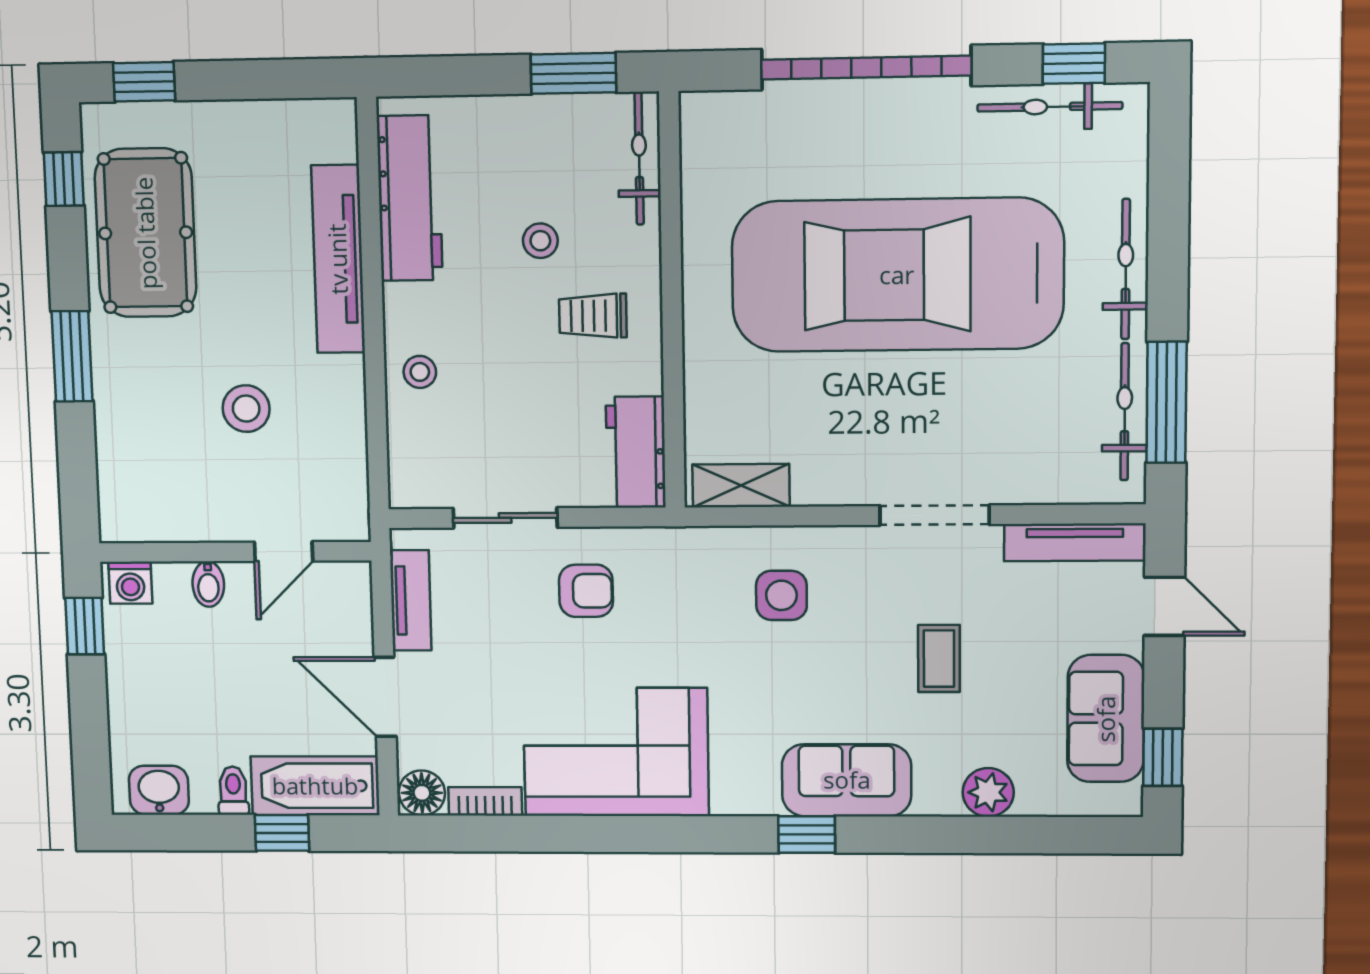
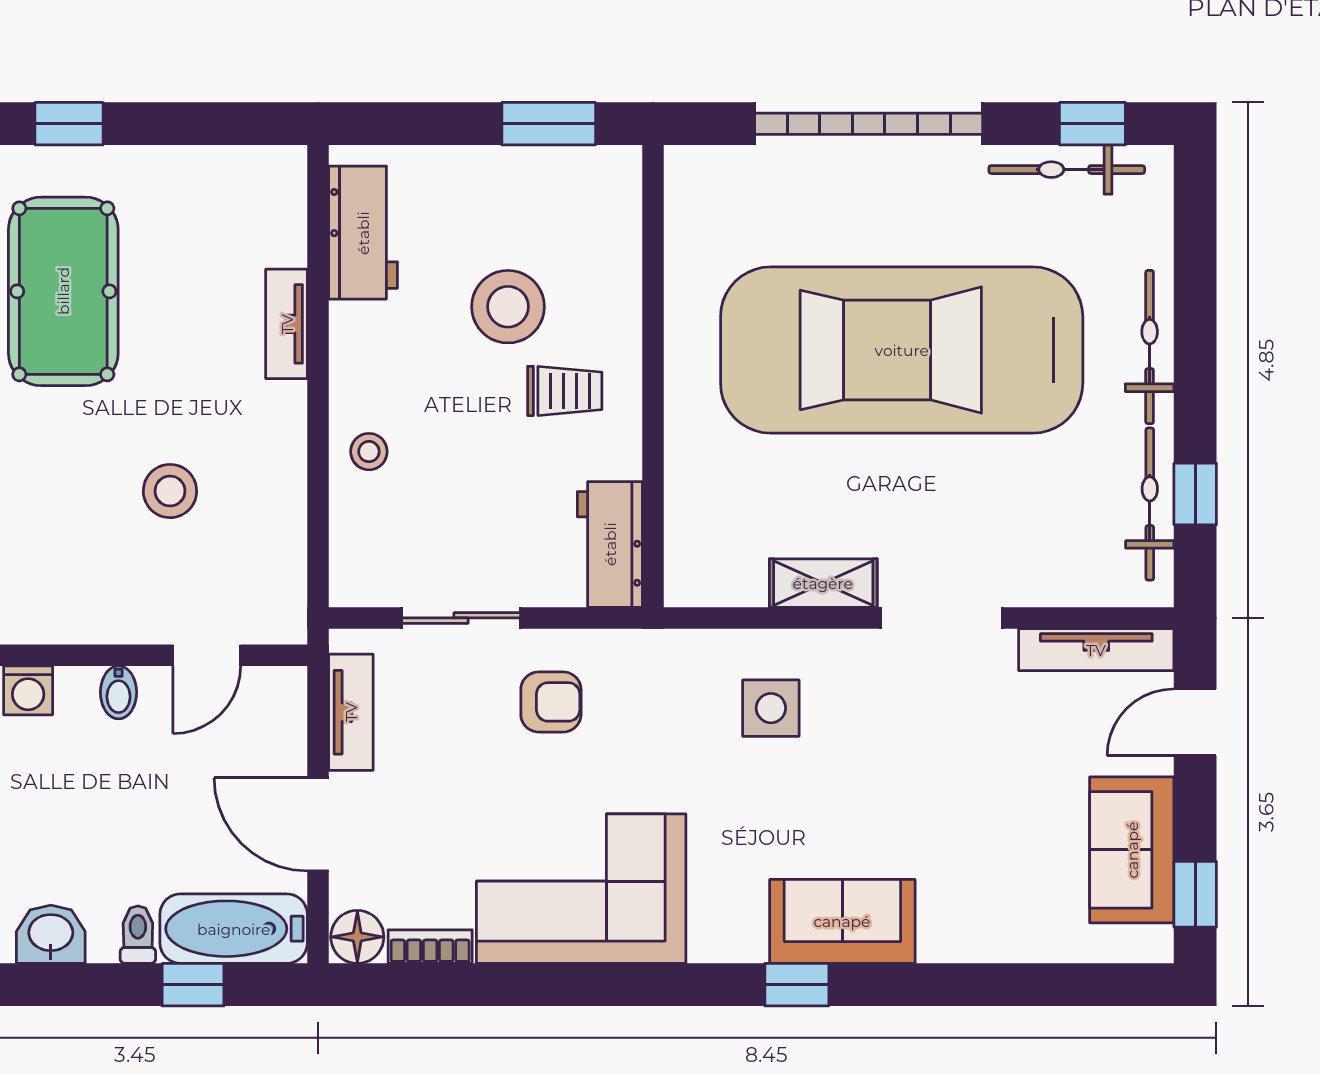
bicycle: (639, 158) -> (619, 218), removed
workbench: (410, 198) -> (363, 233), width x0.73
stool: (540, 241) -> (508, 307), width x1.89, depth x1.89
tv unit: (338, 259) -> (287, 324), width x0.52, depth x0.78
trolley: (593, 316) -> (565, 391), turned 180
window: (1167, 402) -> (1195, 494), width x0.46
shelving: (741, 486) -> (823, 583), moved
door: (1164, 606) -> (1195, 722), swing flipped
coffee table: (939, 659) -> (946, 781), removed
plant: (988, 792) -> (1001, 935), removed

